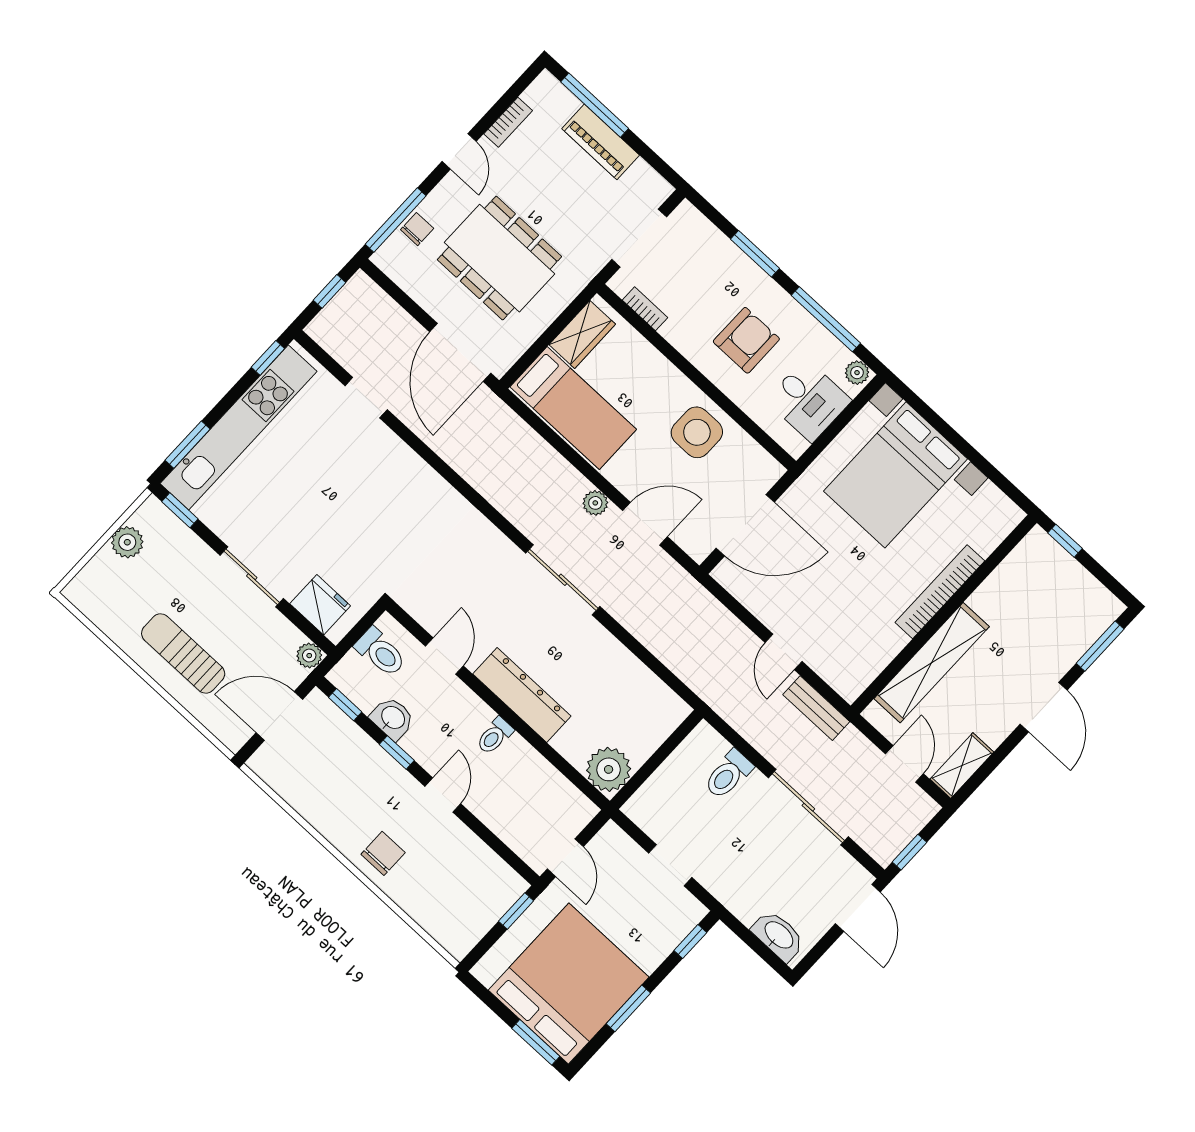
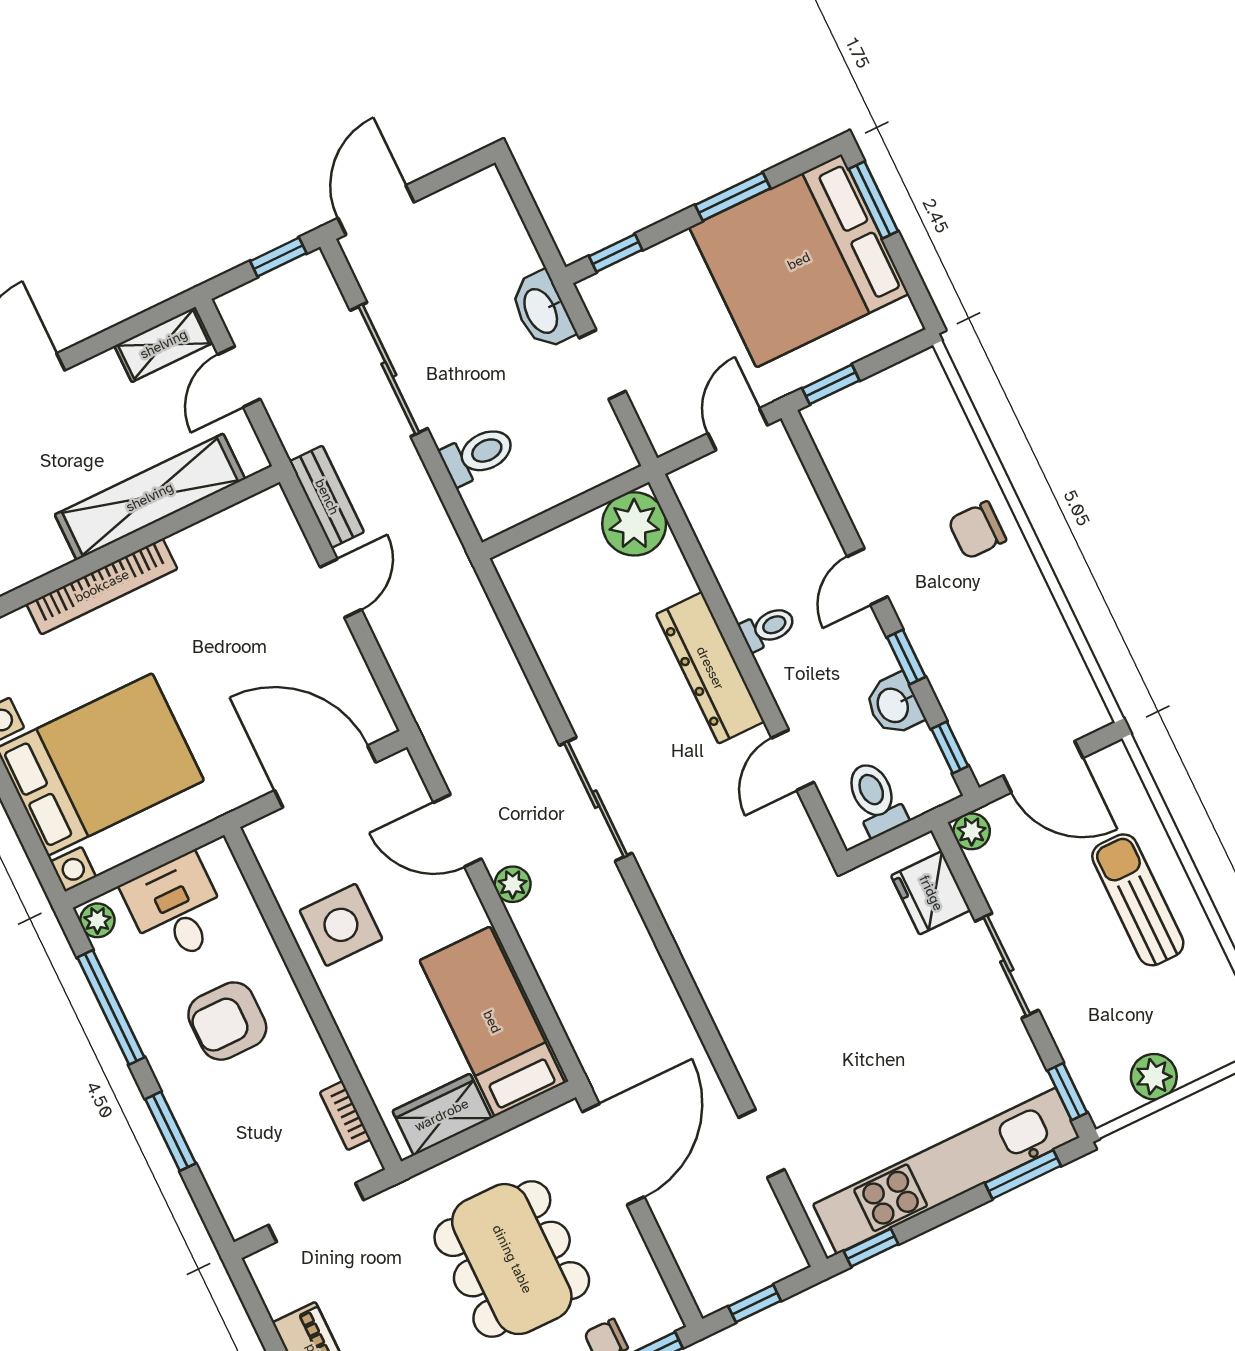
sun lounger: (183, 654) -> (1138, 900), turned 180
washbasin: (778, 936) -> (542, 310), moved

